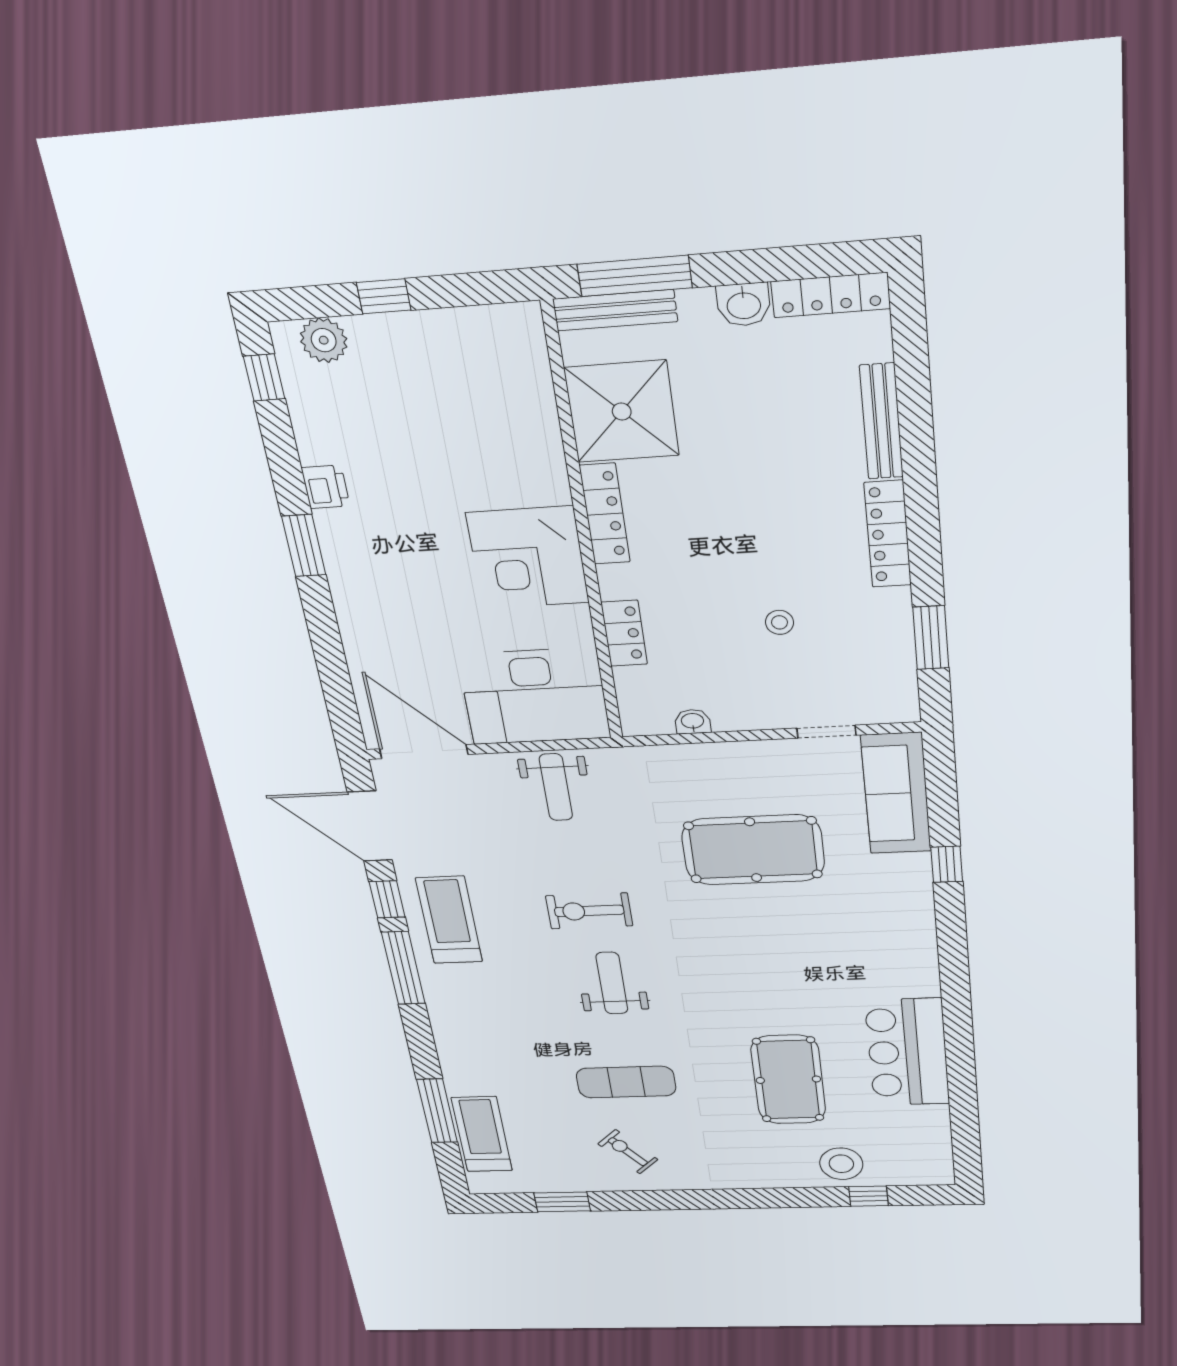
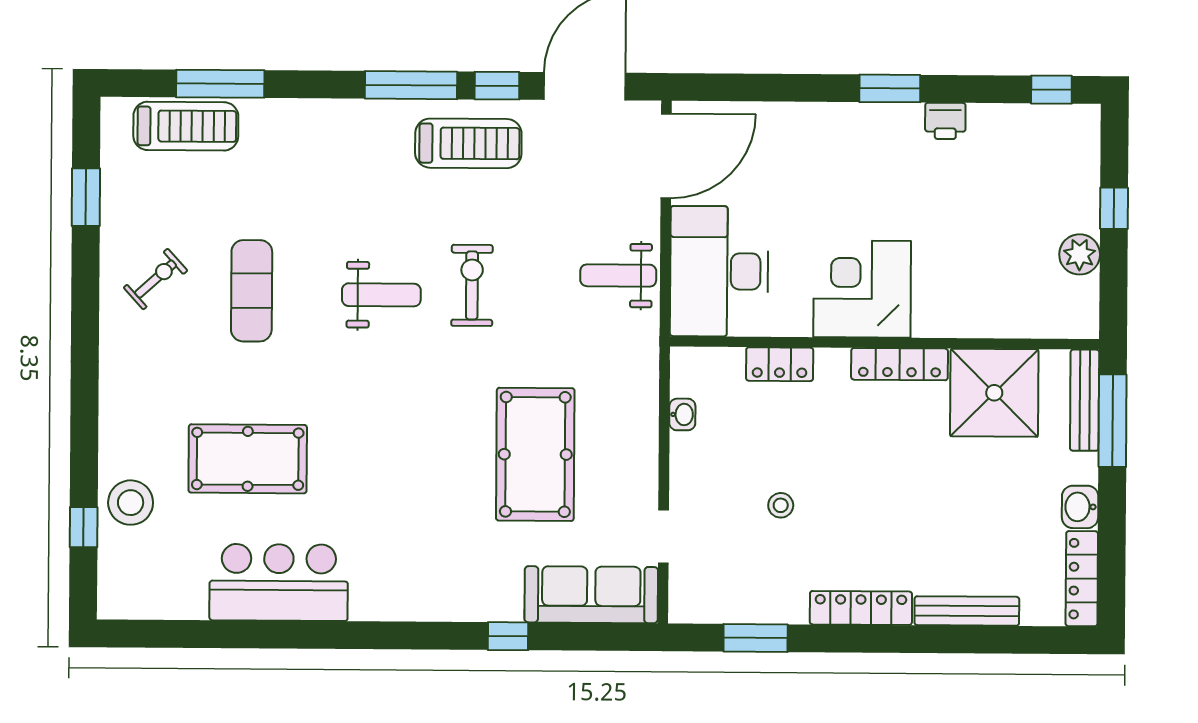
plant: (324, 340) -> (1080, 254), moved

